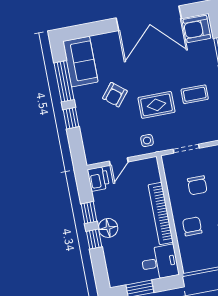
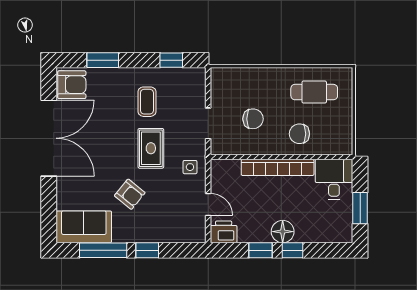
armchair: (197, 29) -> (72, 85), turned -90

